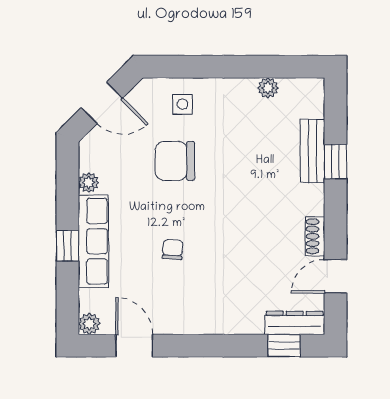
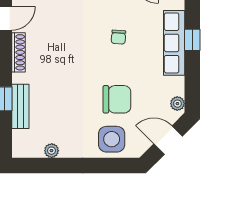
side table: (182, 104) -> (112, 139), width x1.87, depth x1.87
plant: (89, 183) -> (177, 104), moved
shoe rack: (315, 236) -> (18, 52), width x1.43

